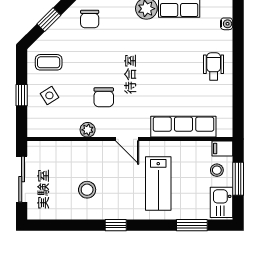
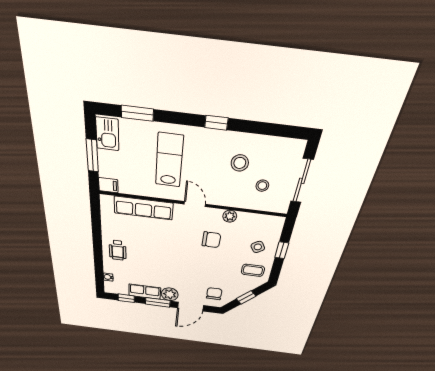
chair: (104, 97) -> (211, 240), turned 91
stool: (217, 170) -> (262, 186), moved

